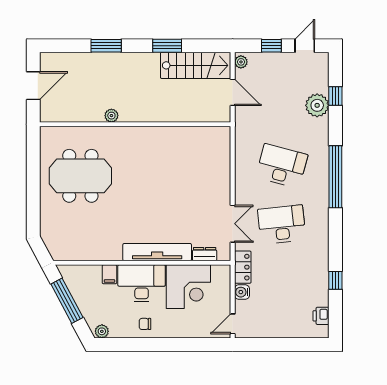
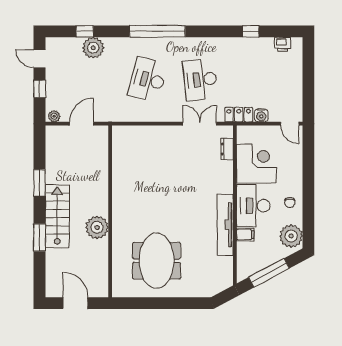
stairs: (196, 65) -> (57, 216), moved
plant: (111, 116) -> (97, 227), width x1.88, depth x1.88
tv unit: (157, 252) -> (225, 225), moved
plant: (102, 331) -> (291, 236), width x1.88, depth x1.88

